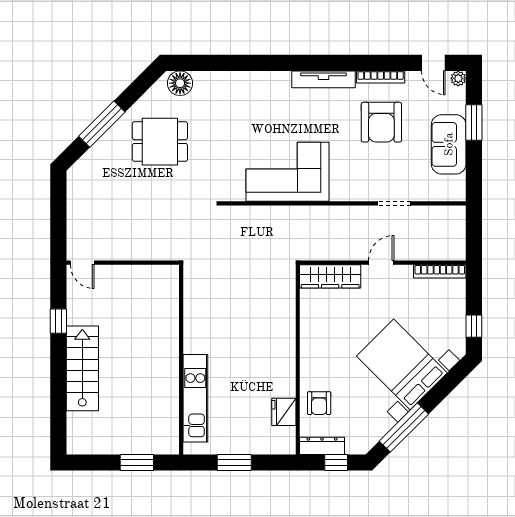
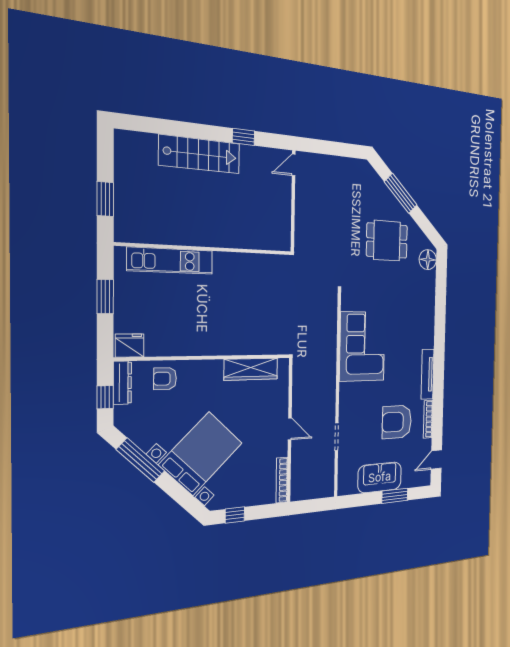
plant: (458, 78) -> (425, 480), removed
dining table: (160, 142) -> (387, 241), turned 90
wardrobe: (330, 276) -> (251, 369), moved, turned -90
fridge: (284, 412) -> (130, 346), moved

